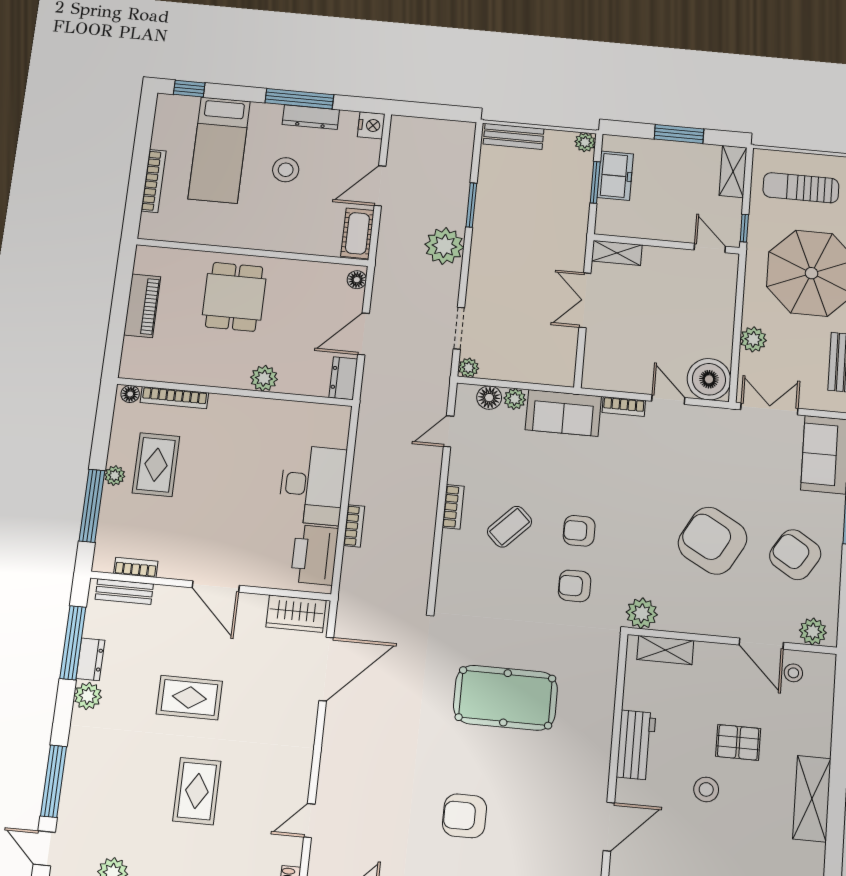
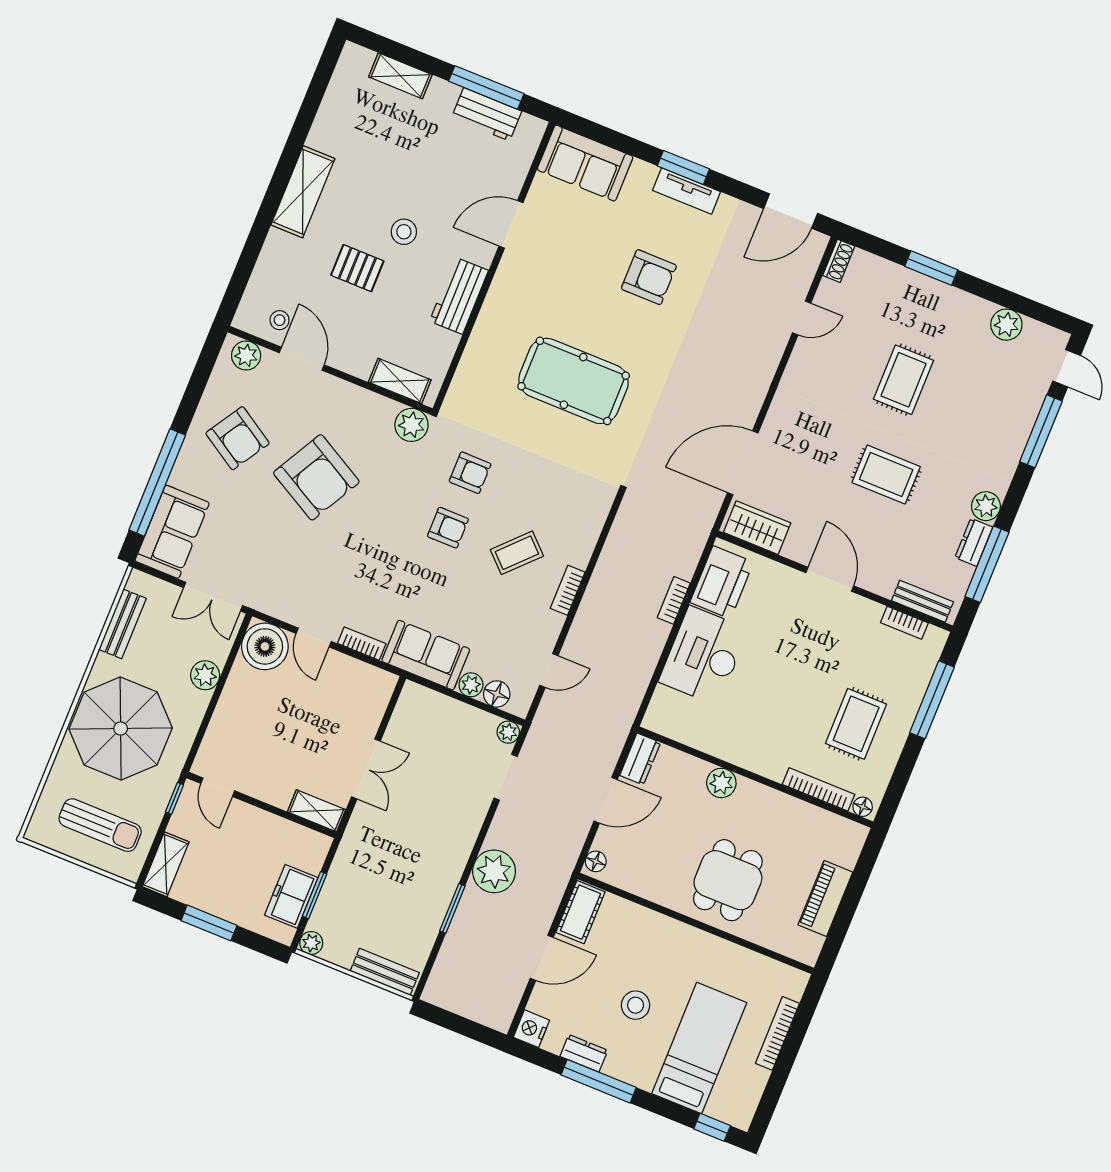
dresser: (311, 117) -> (584, 1053), width x0.70
plant: (115, 476) -> (901, 725), removed

